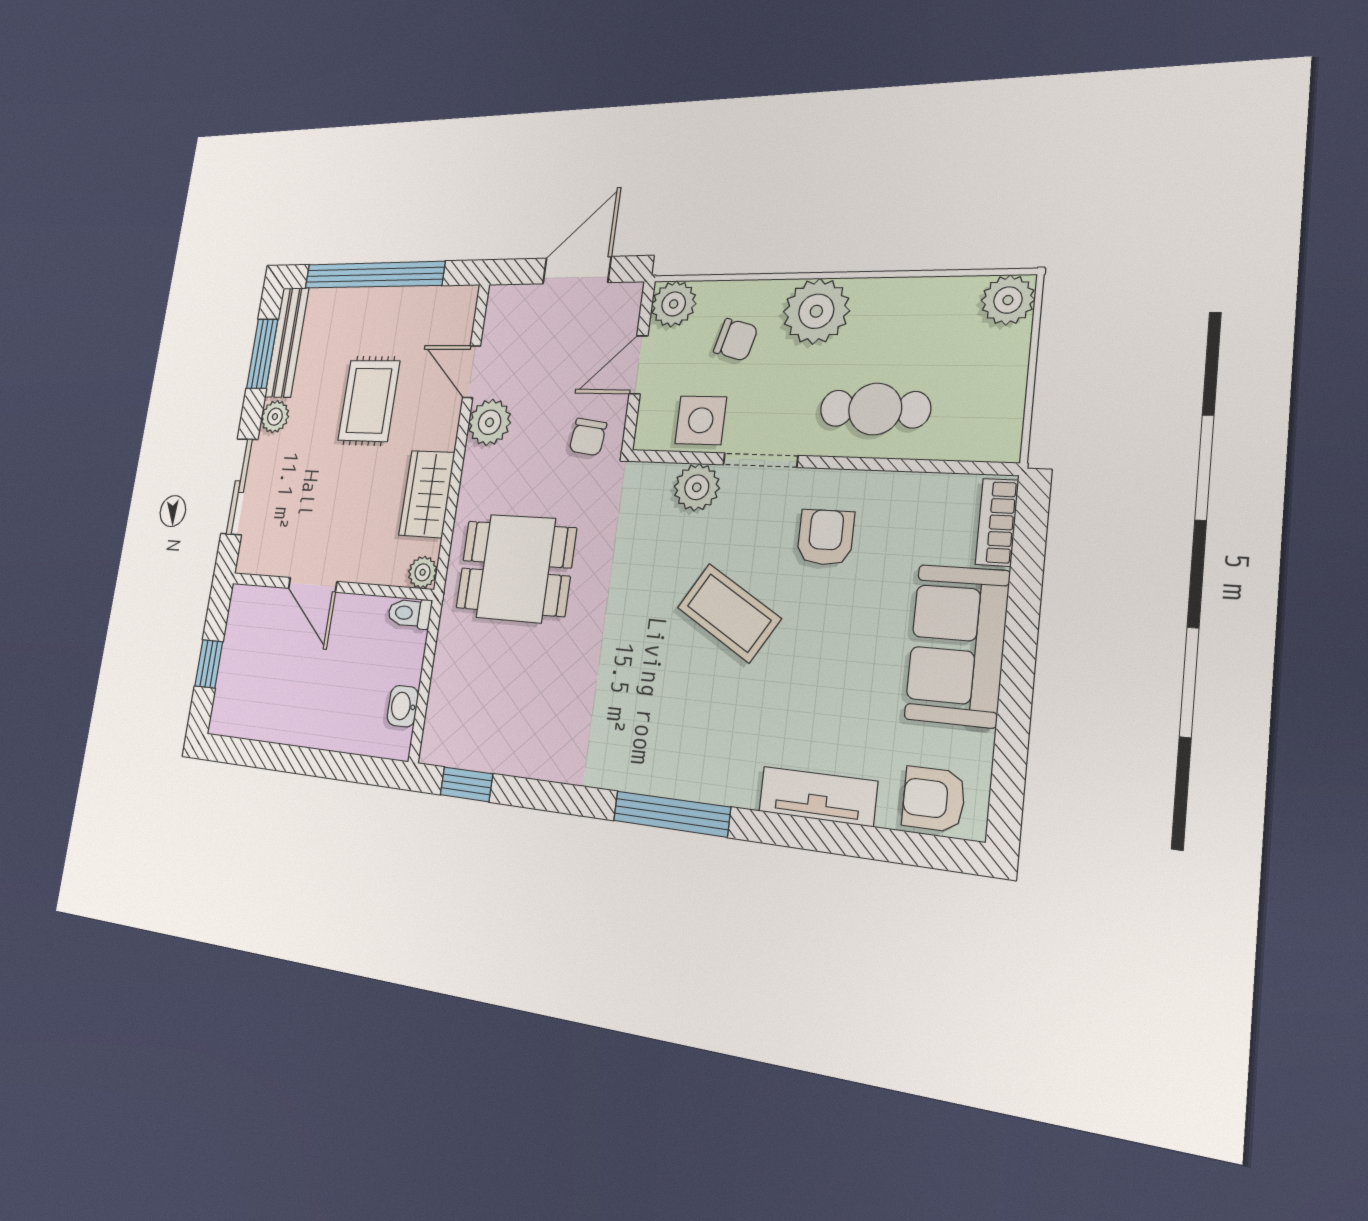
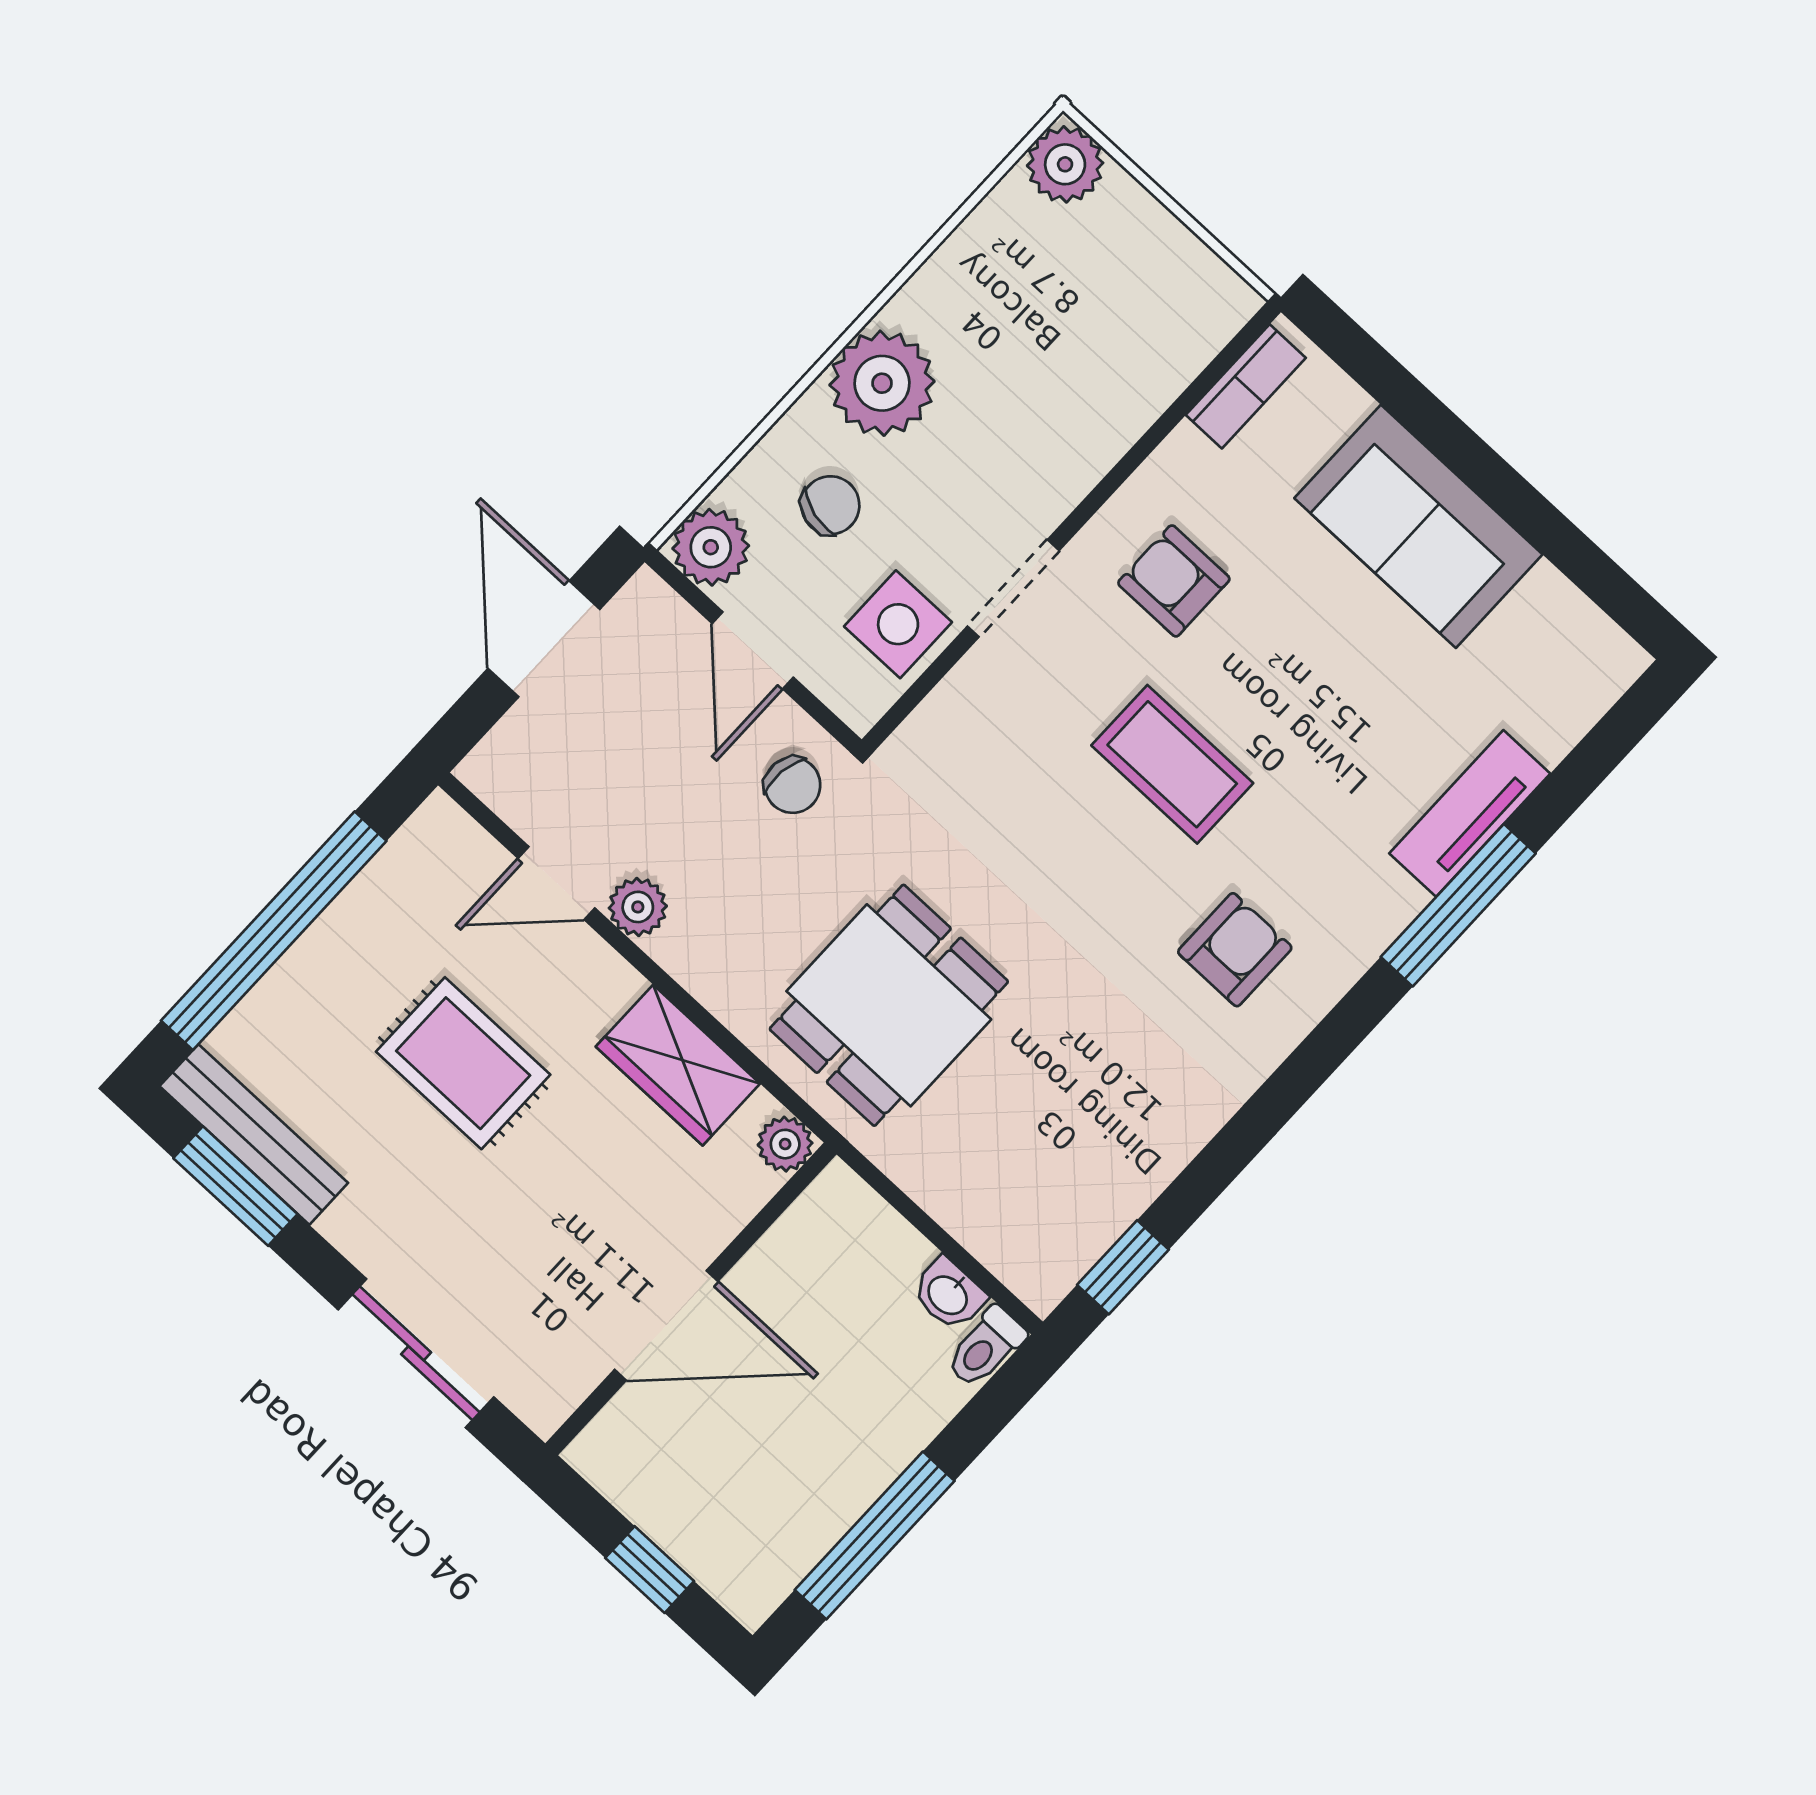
cafe table: (875, 409) -> (1066, 408), removed
plant: (275, 417) -> (356, 1227), removed
plant: (490, 422) -> (638, 907), width x0.73, depth x0.73
plant: (697, 487) -> (981, 691), removed
bookcase: (997, 522) -> (1246, 386), moved, turned -90
door: (313, 585) -> (666, 1325), width x1.38
toilet: (410, 613) -> (986, 1347), moved
coffee table: (729, 613) -> (1172, 764), turned 59
window: (278, 757) -> (875, 1535), added
armchair: (934, 799) -> (1235, 950), moved, turned 180
window: (671, 814) -> (1458, 905), moved

